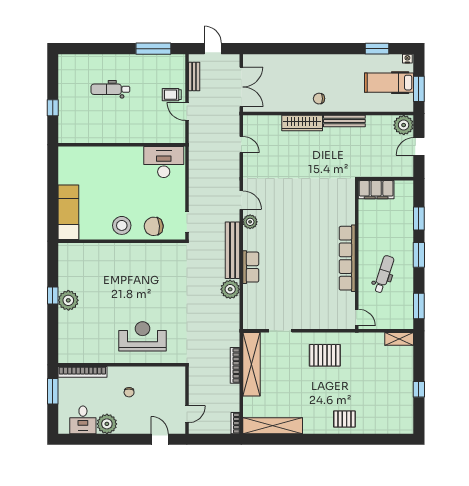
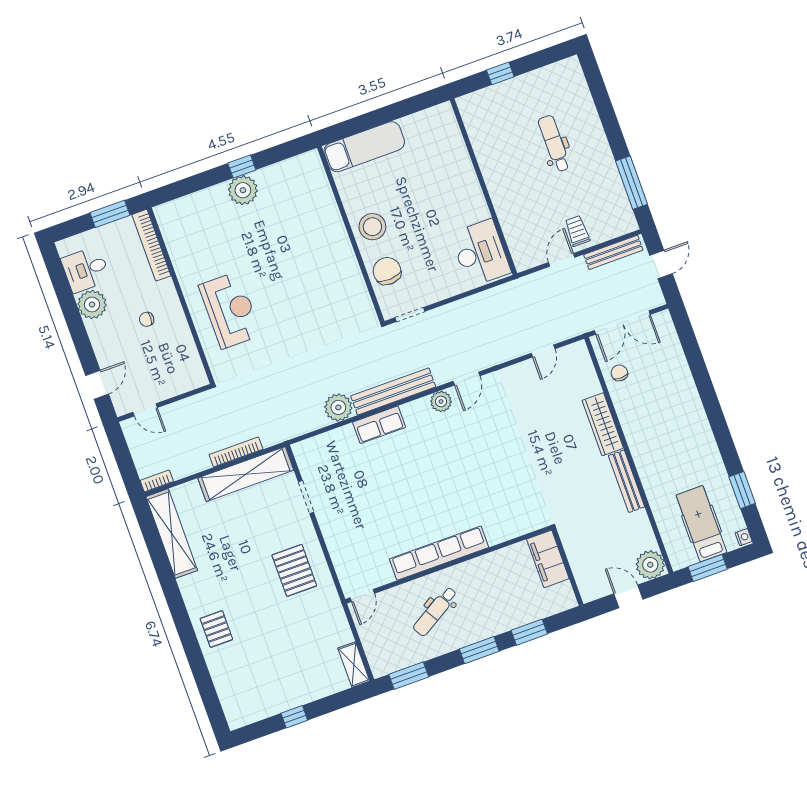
bench: (194, 76) -> (613, 252), width x1.36
chair: (319, 99) -> (619, 373), moved
dental chair: (384, 274) -> (435, 611), turned 131

